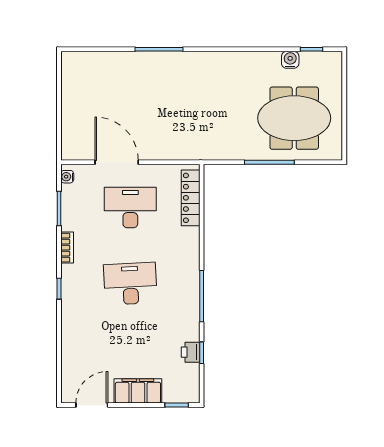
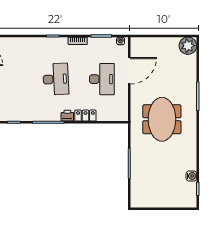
plant: (75, 66) -> (188, 46), added
meeting table: (294, 118) -> (162, 119), moved
locker: (191, 198) -> (85, 116), moved, width x0.66
printer: (191, 352) -> (67, 116), moved

